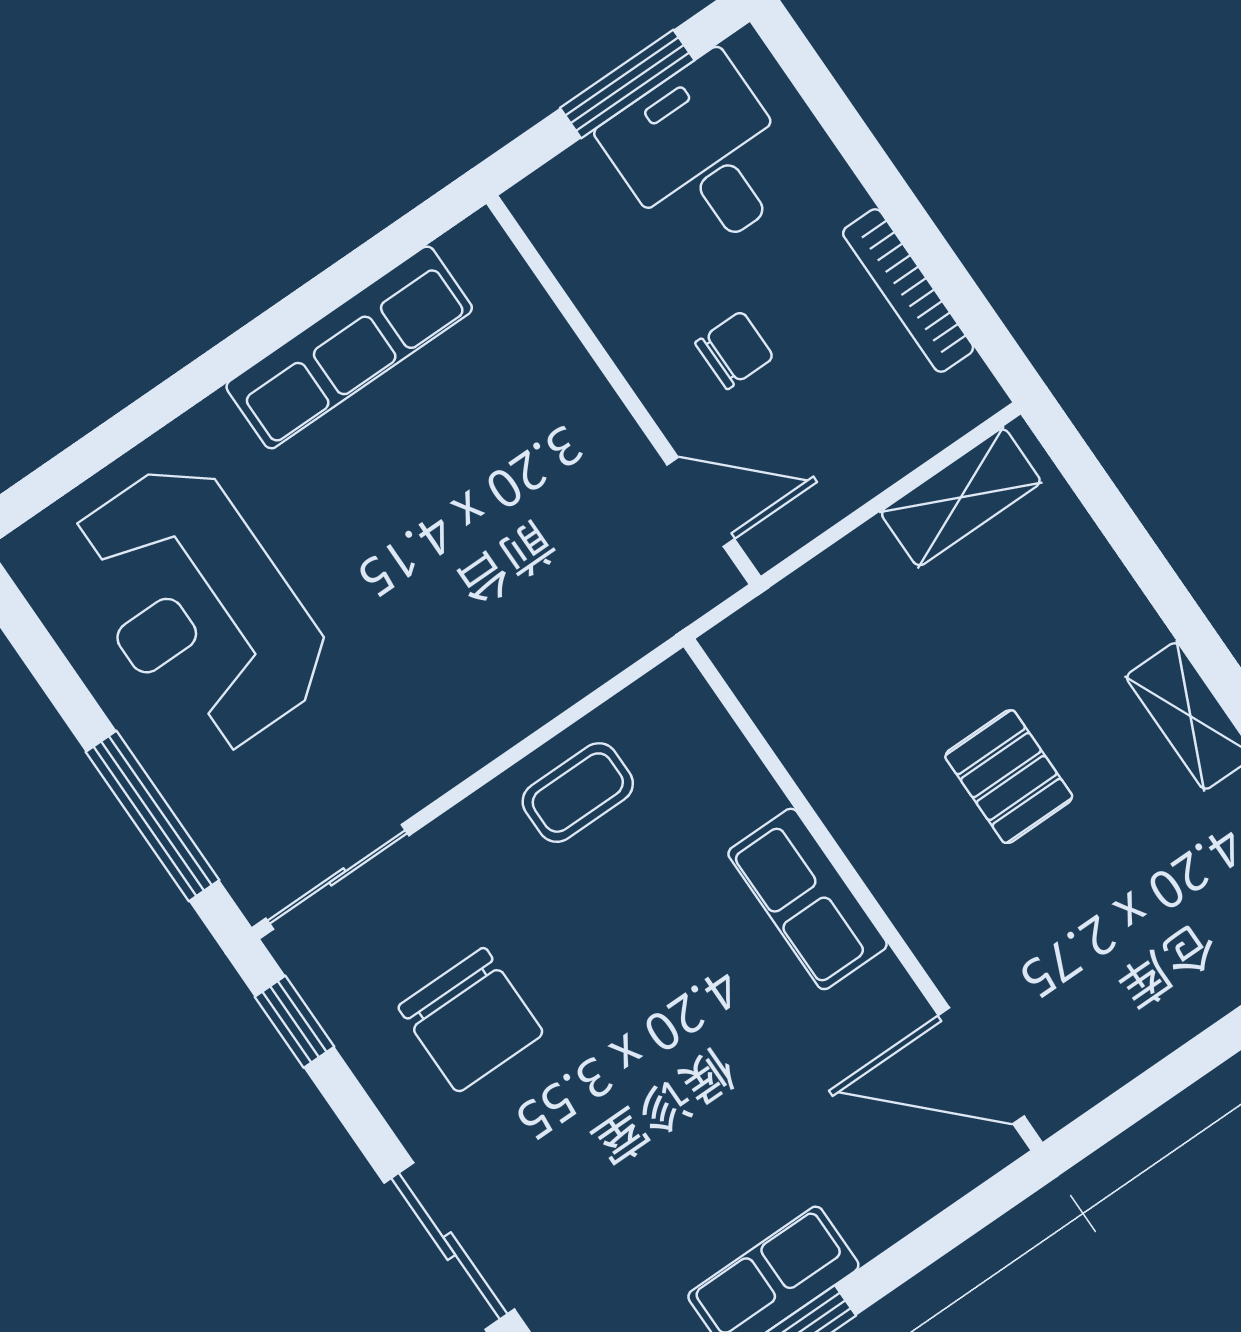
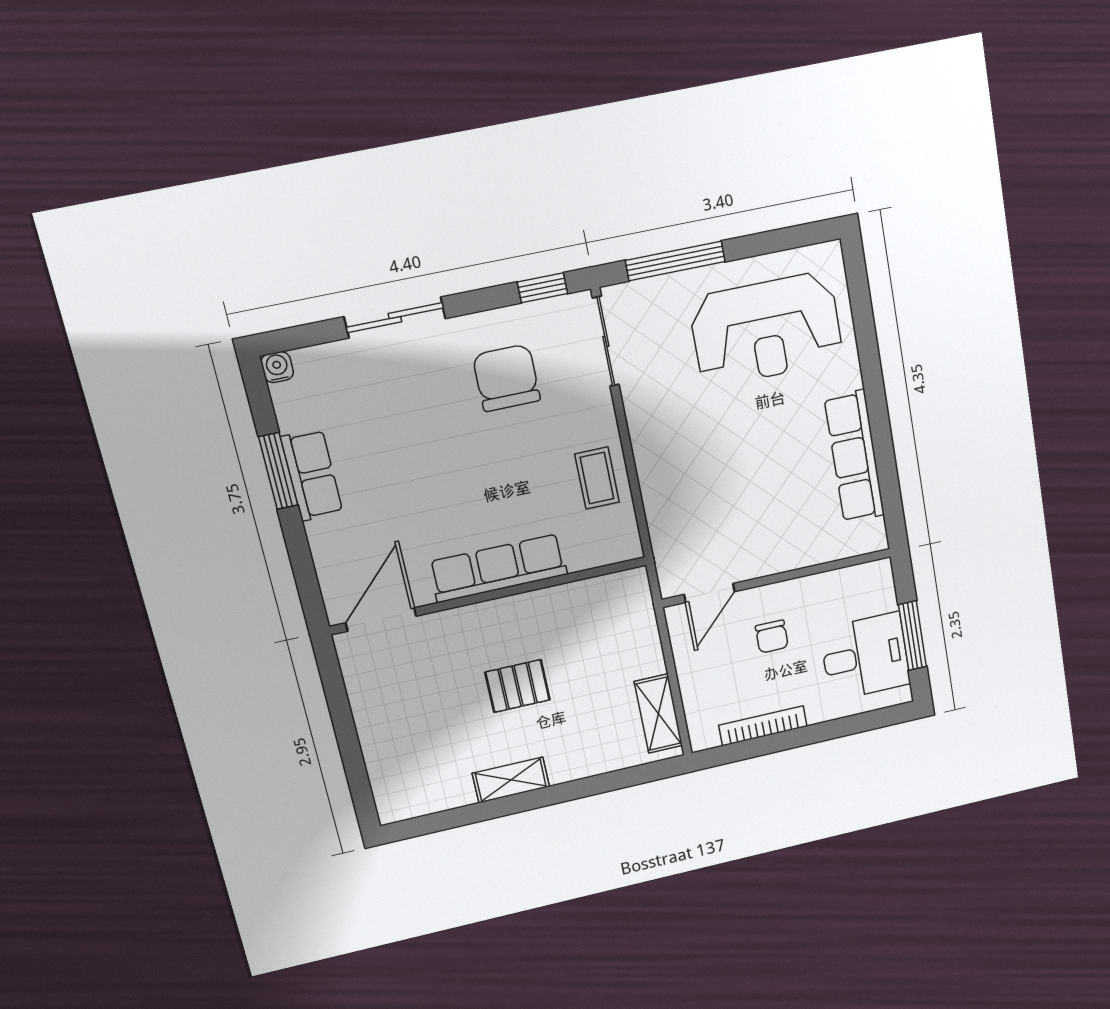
reception desk: (198, 607) -> (766, 330), turned 180
row of seats: (808, 899) -> (498, 568), width x1.48
chair: (471, 1020) -> (506, 378), turned 90

